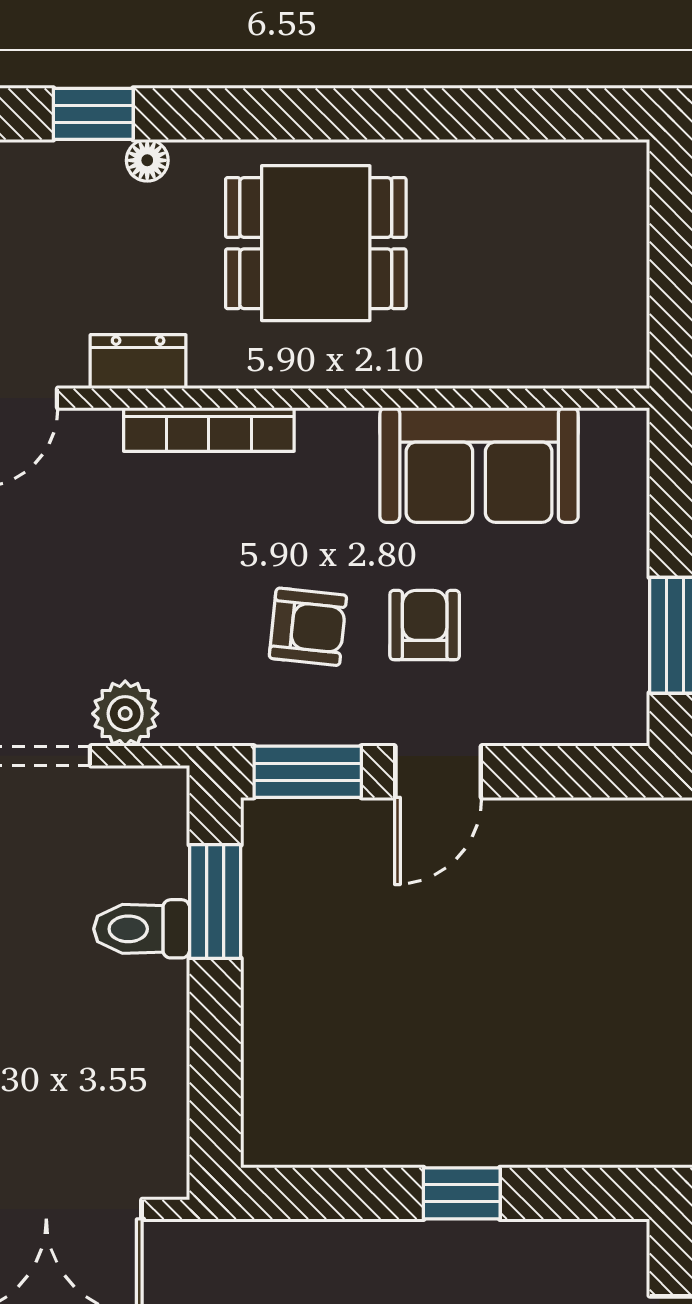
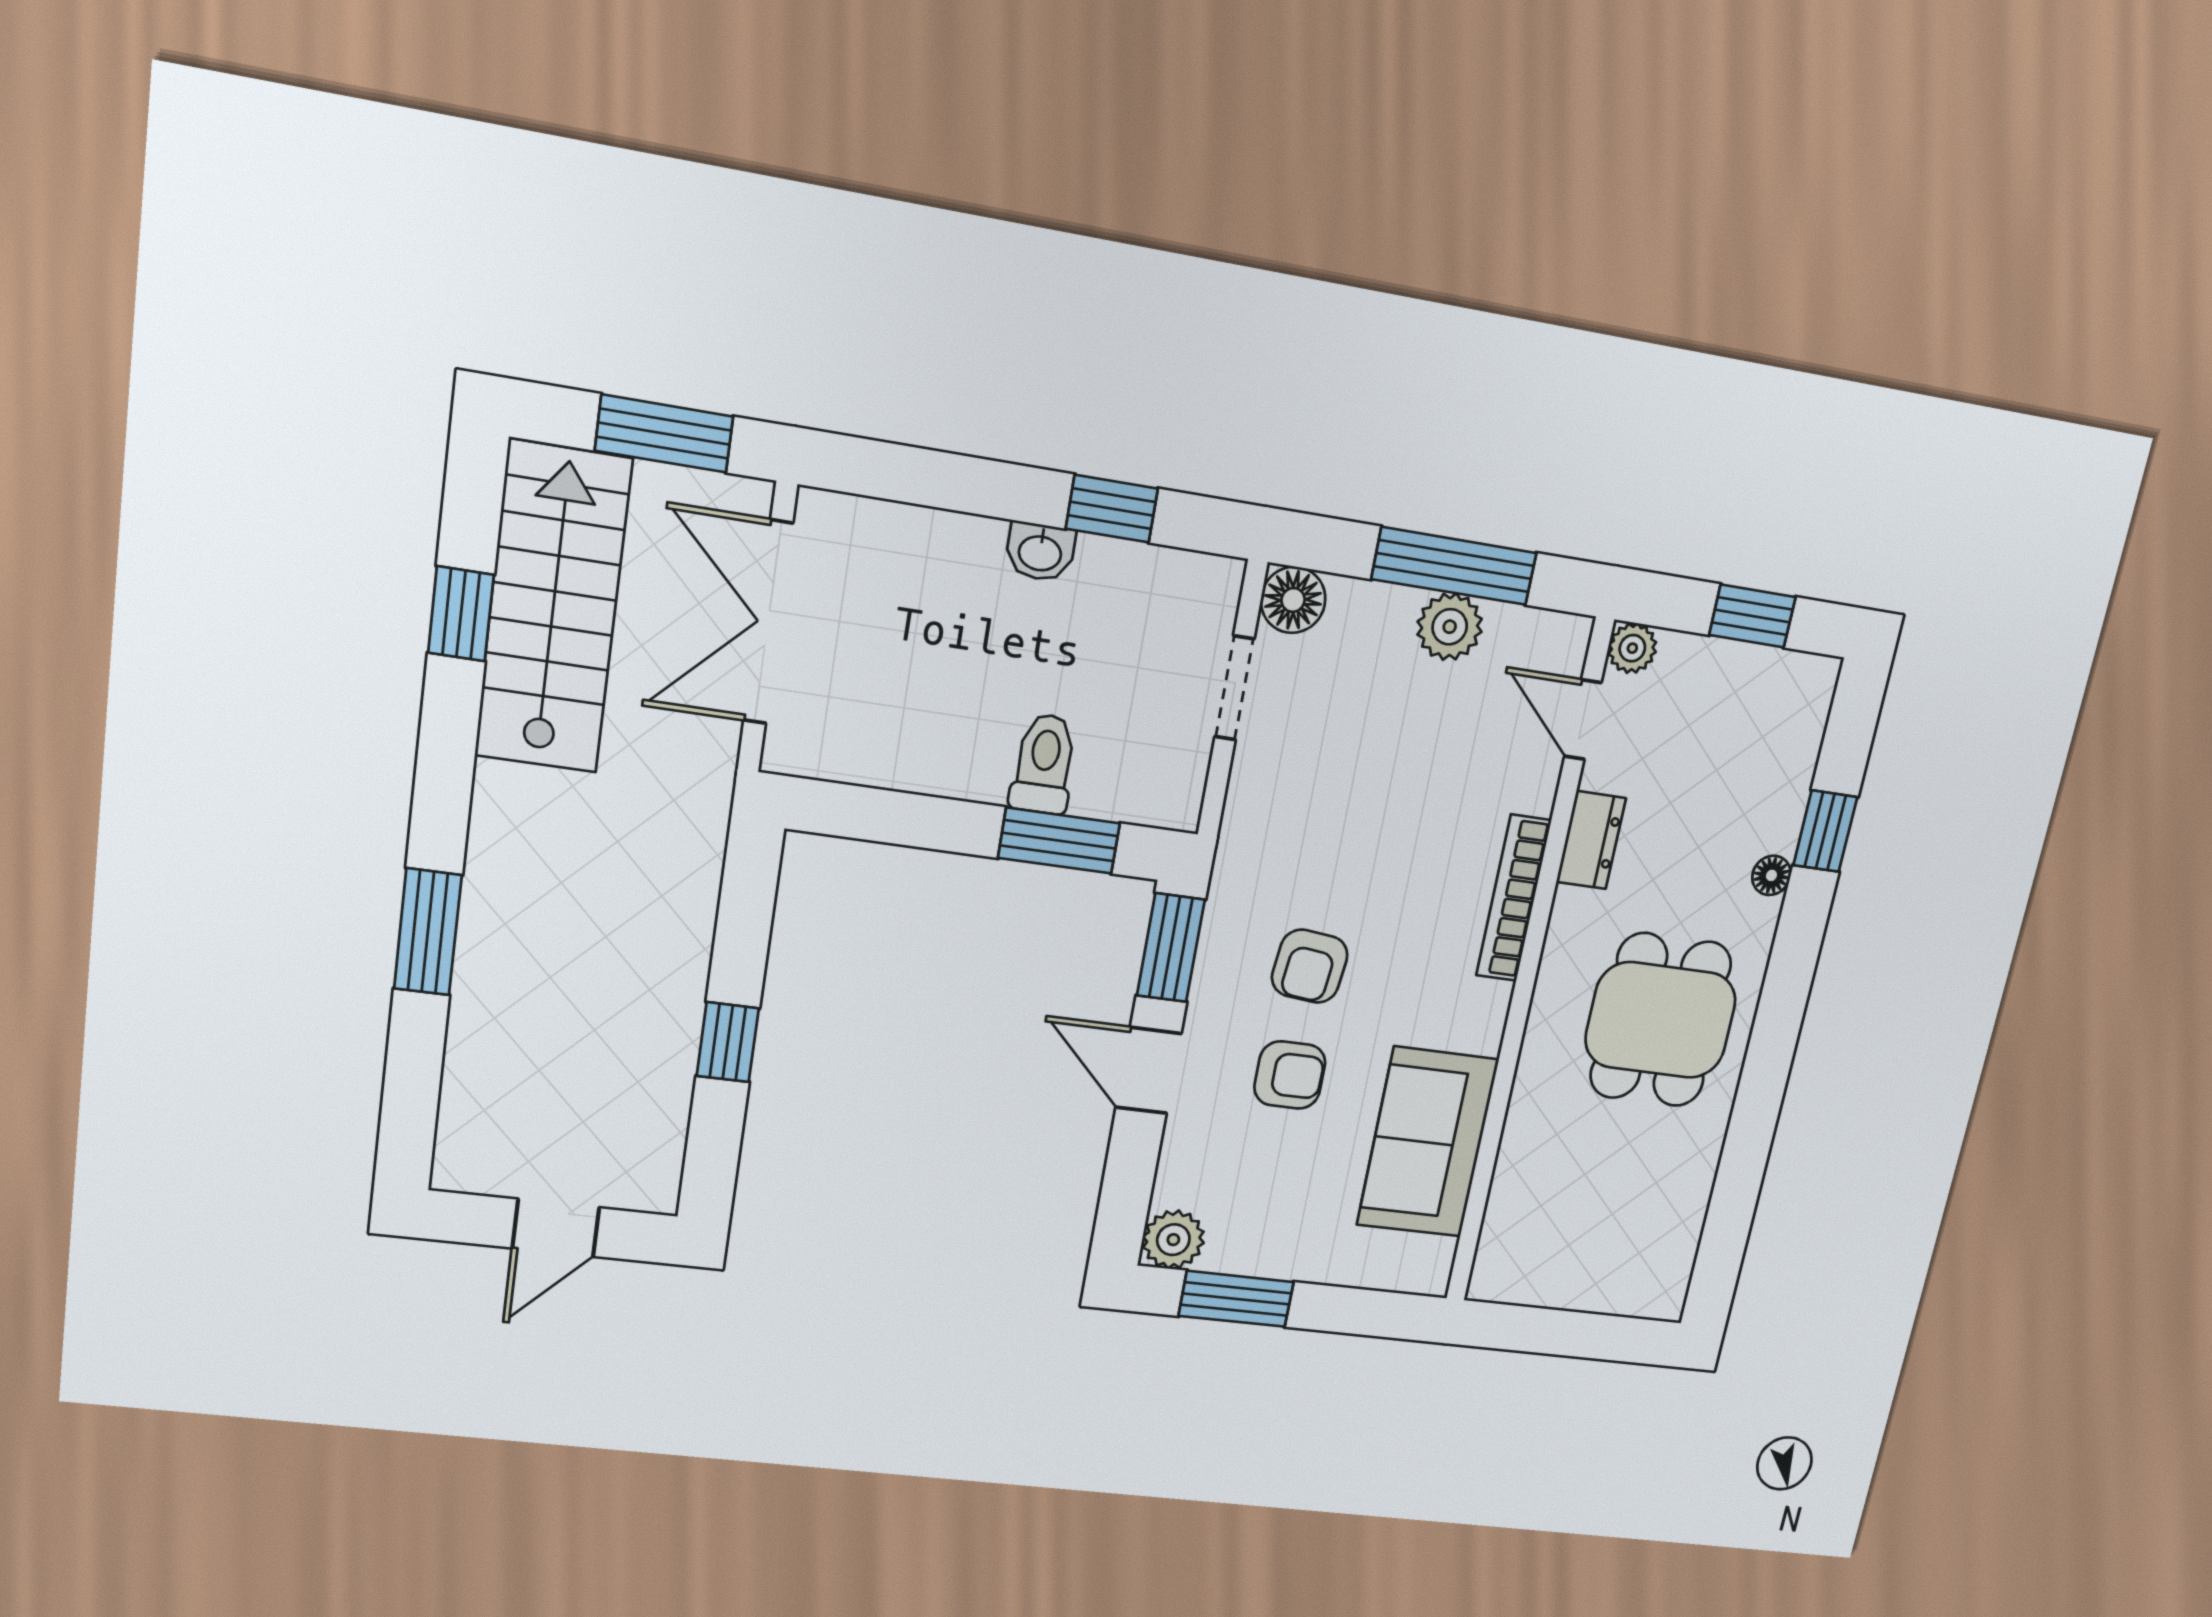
plant: (125, 714) -> (1173, 1240), moved

